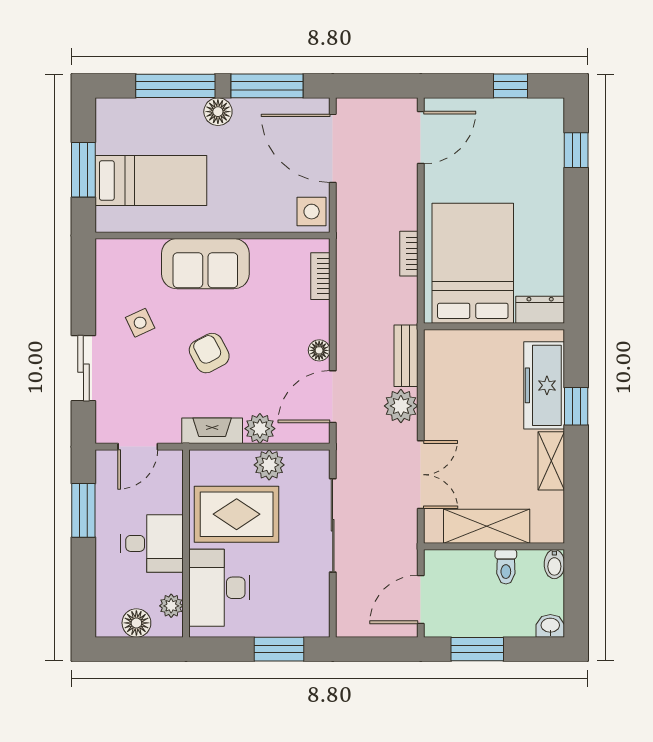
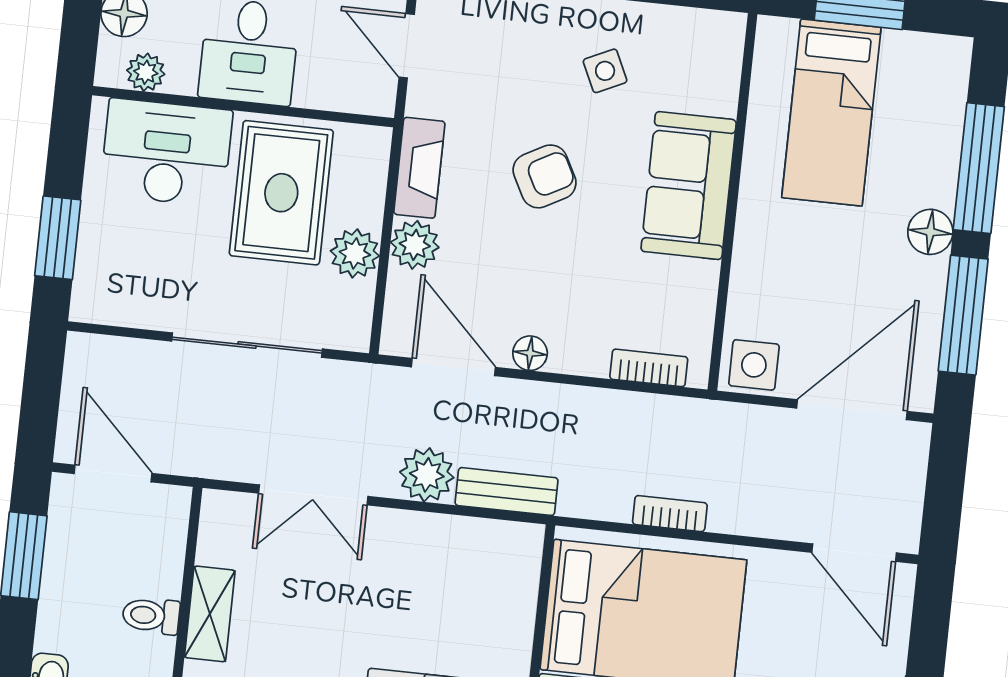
shelving: (487, 526) -> (210, 614), width x0.67, depth x0.75

